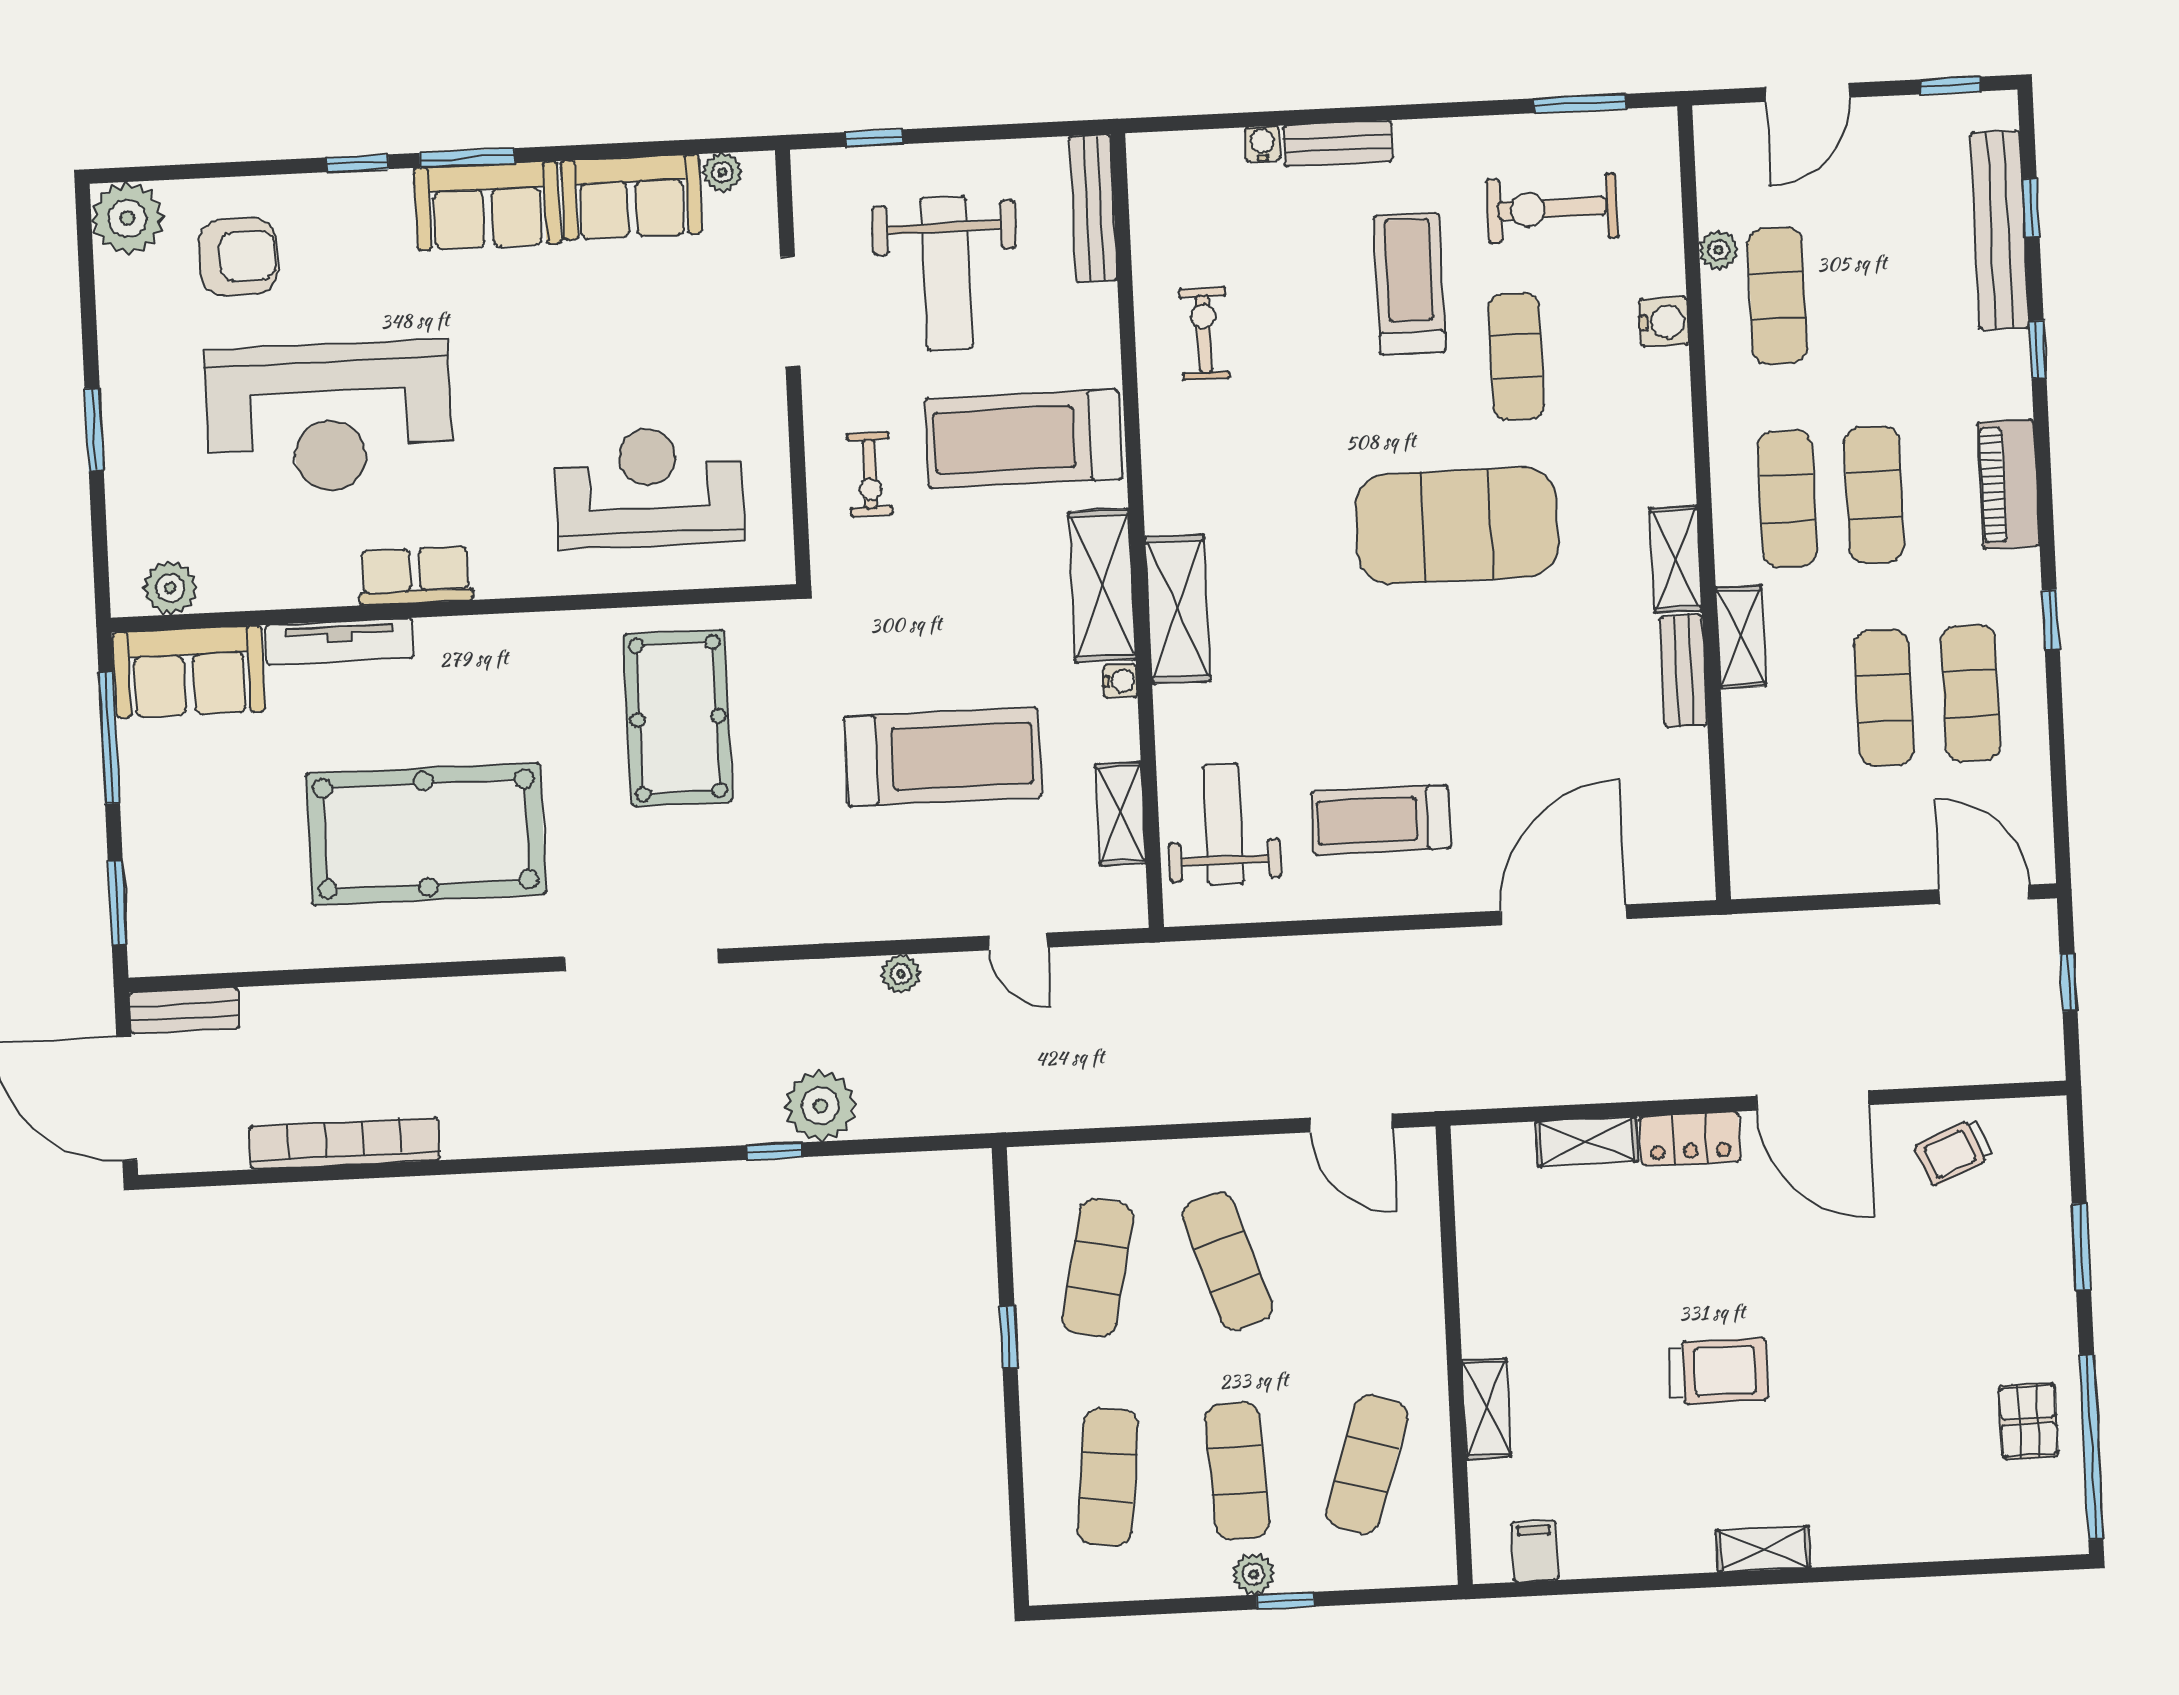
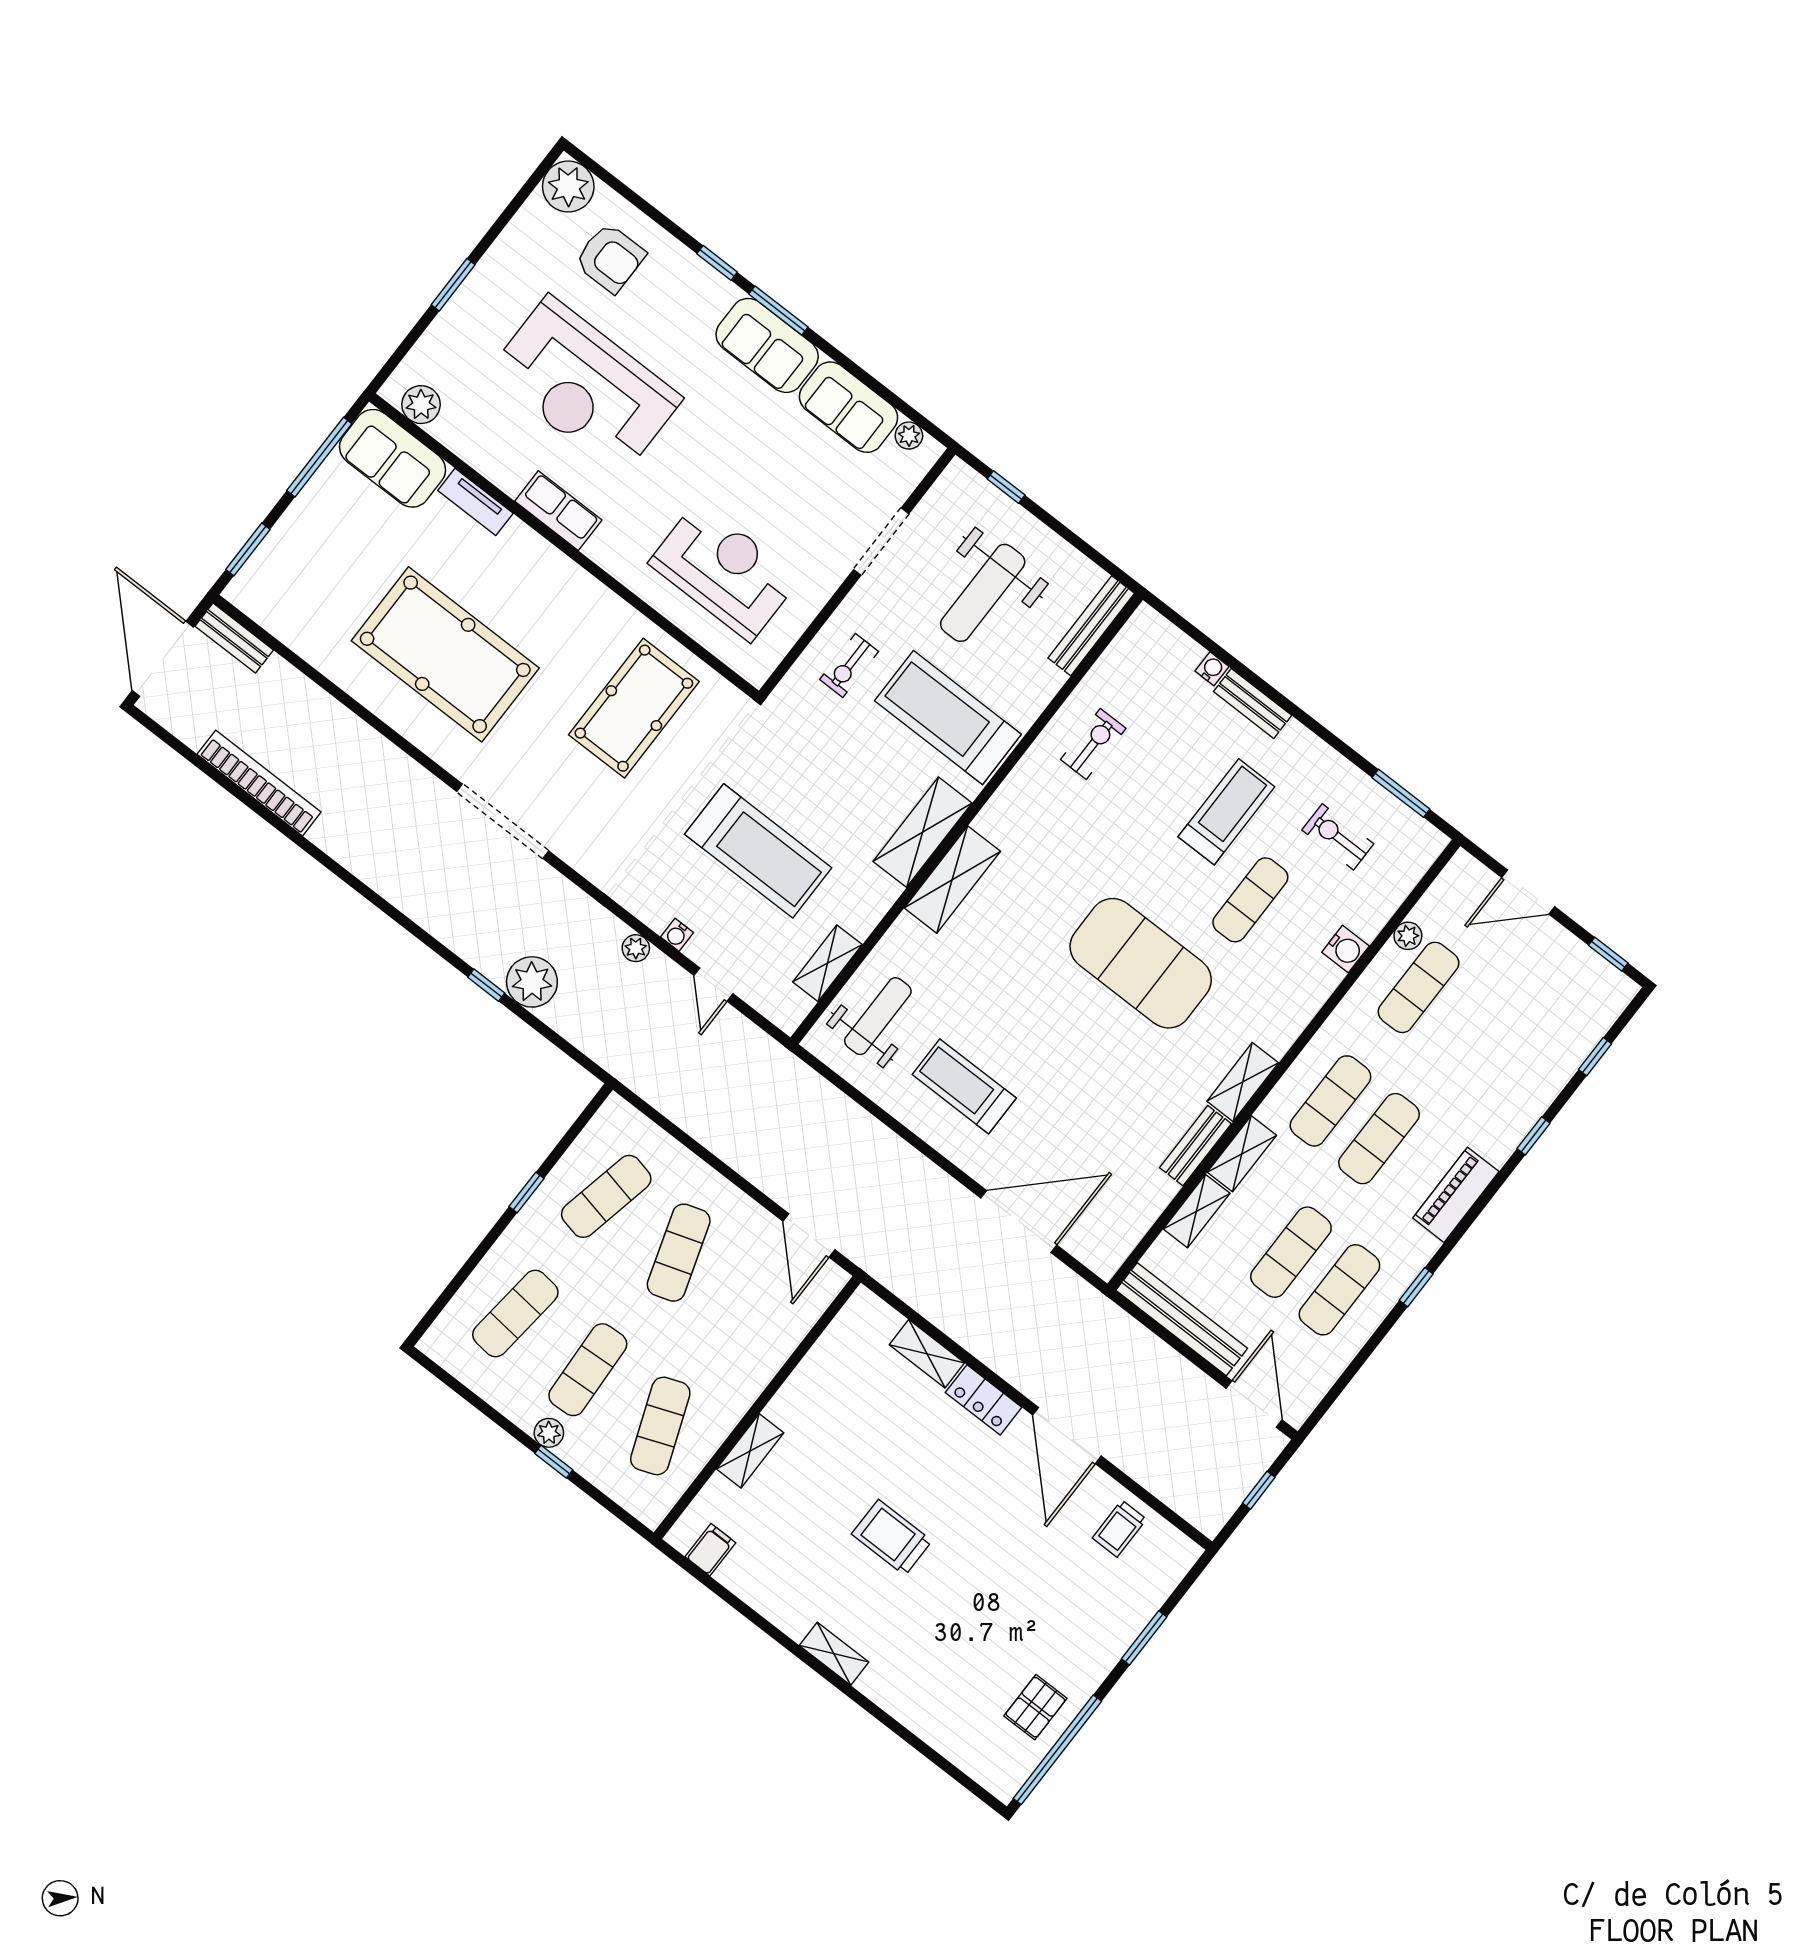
exercise bike: (1552, 208) -> (1338, 837), width x0.73, depth x0.72
bench: (2000, 230) -> (1182, 1319), moved, turned 90
tv unit: (339, 641) -> (475, 502), width x0.71
water cooler: (1120, 681) -> (677, 935), moved, turned 90
shelving: (1745, 740) -> (1197, 1211), added
trolley: (1954, 1152) -> (1119, 1529), turned -67
trolley: (1718, 1371) -> (892, 1537), turned 180
exercise mat: (1367, 1464) -> (660, 1426), turned -39

